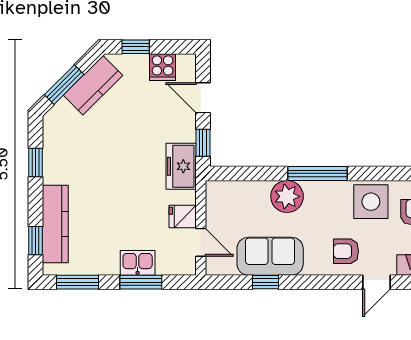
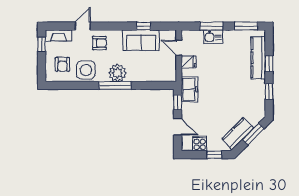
plant: (287, 196) -> (117, 73), moved
window: (36, 241) -> (269, 64), moved

